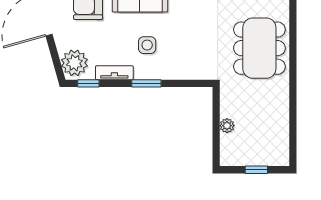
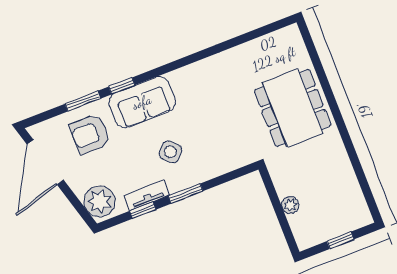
side table: (147, 45) -> (170, 152), turned 45
window: (88, 83) -> (143, 210), moved

